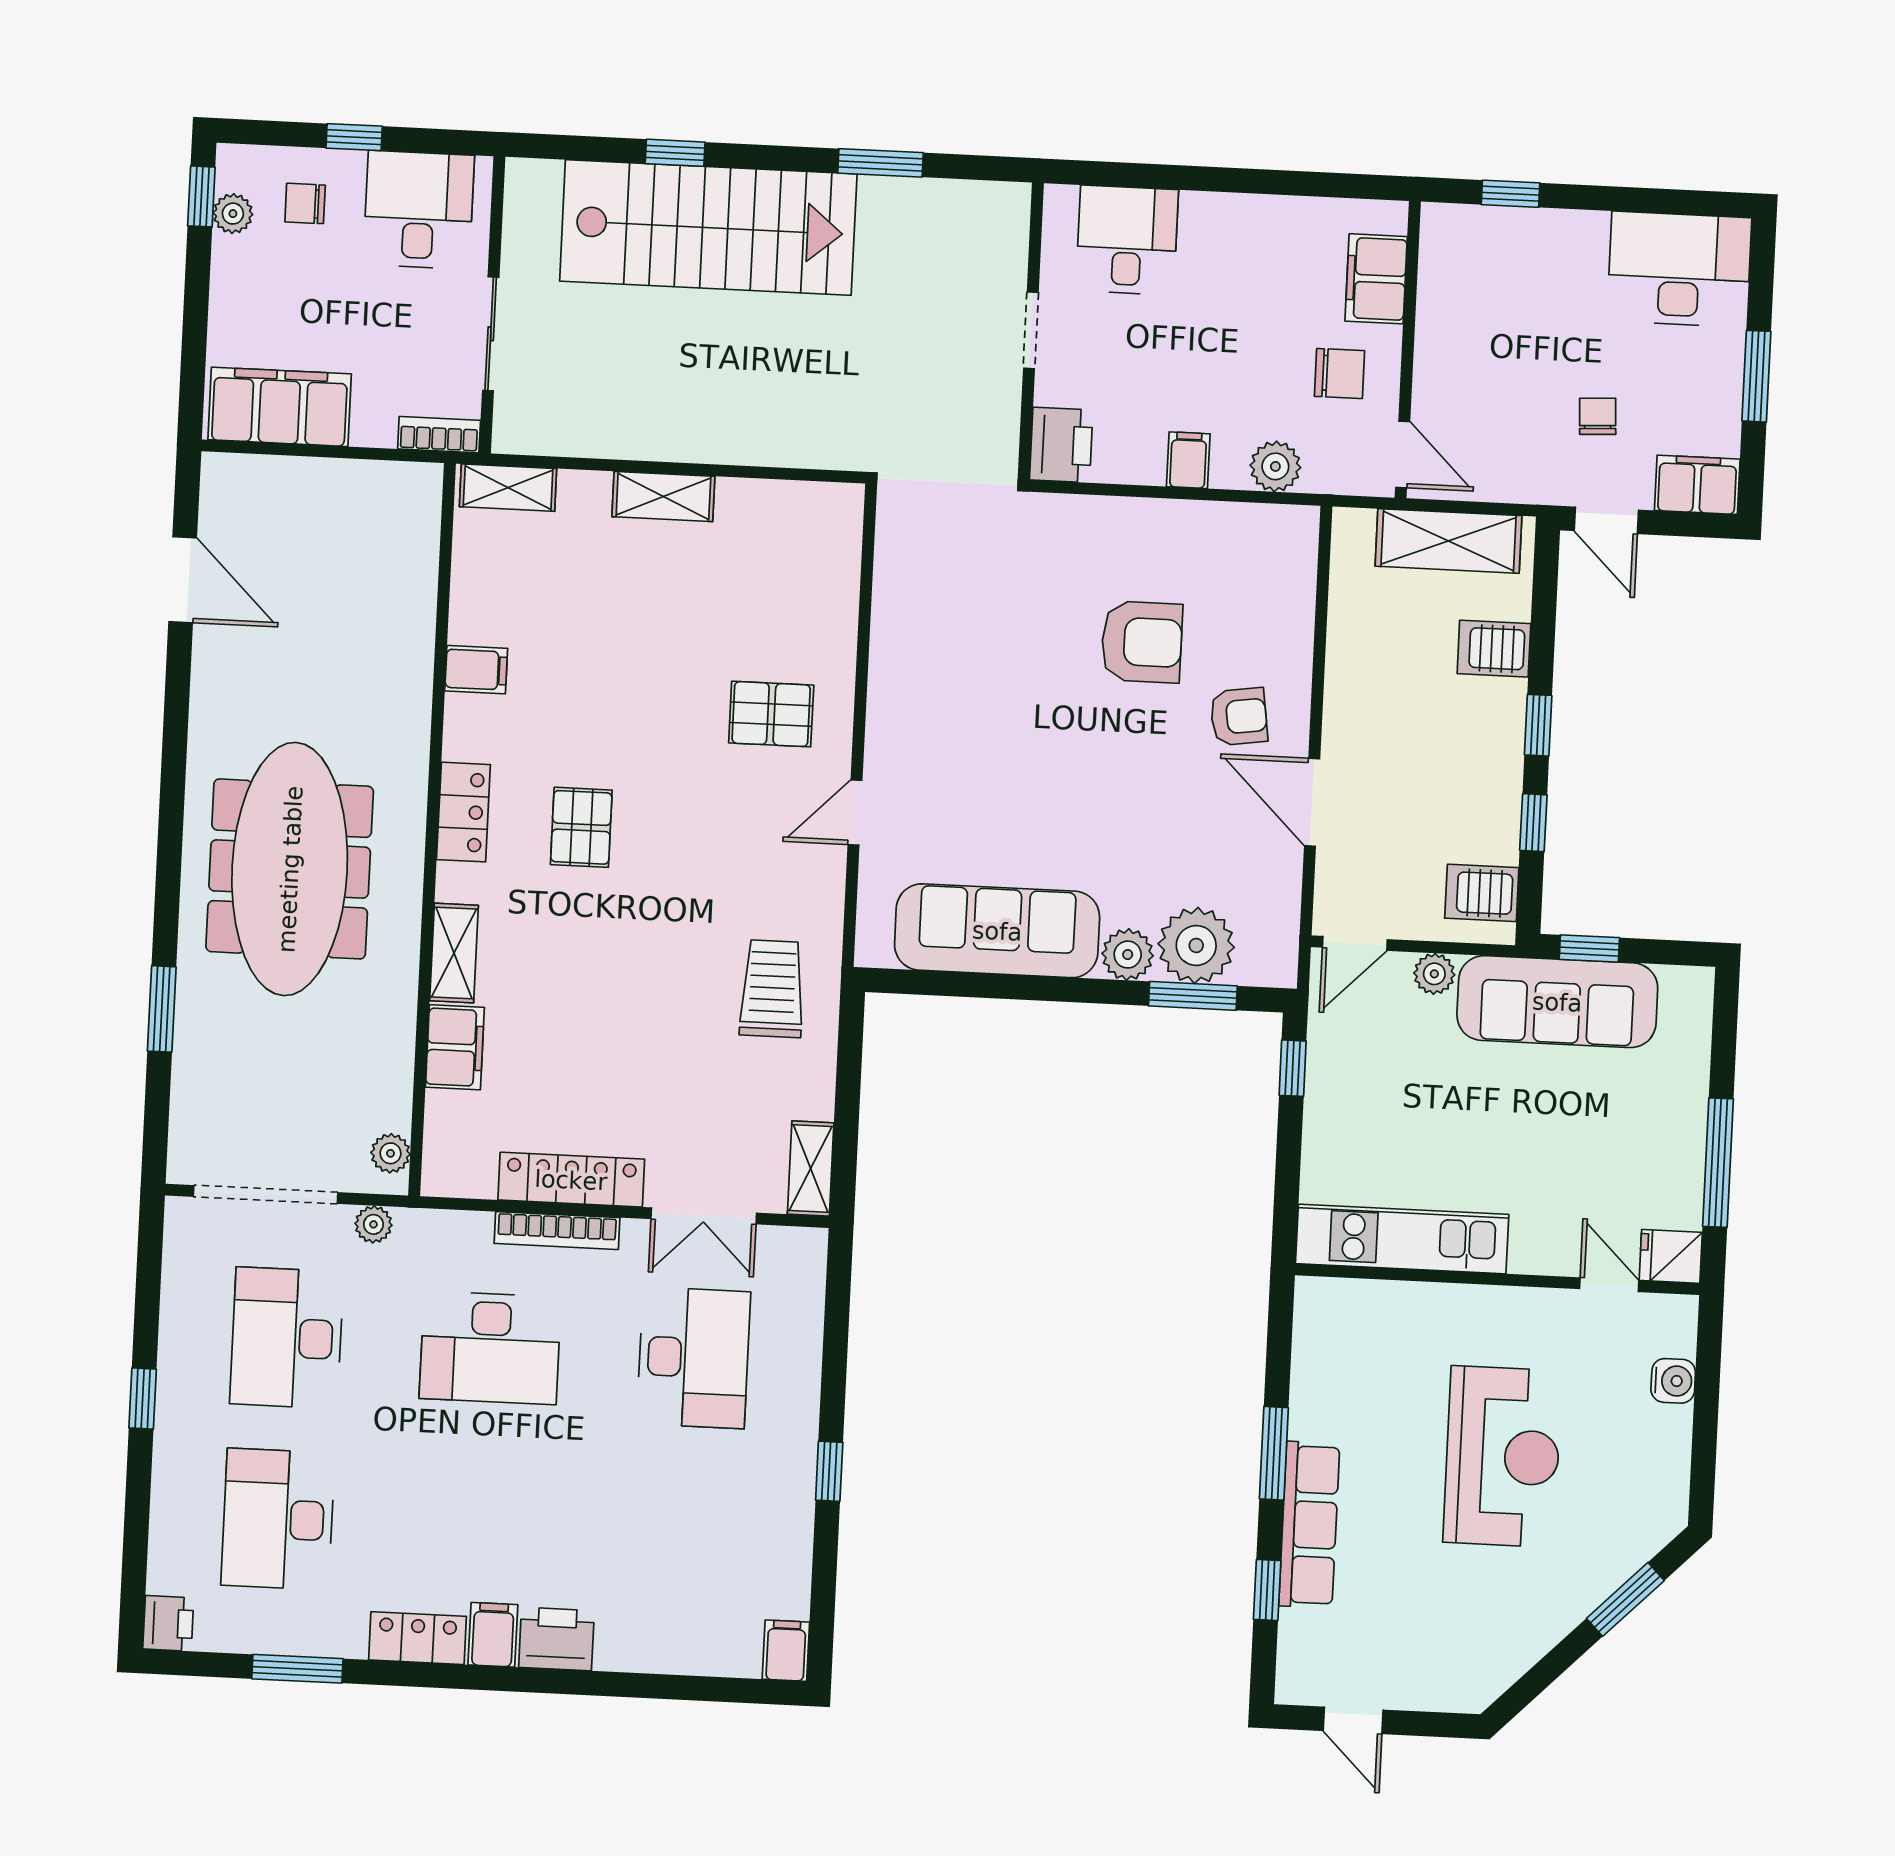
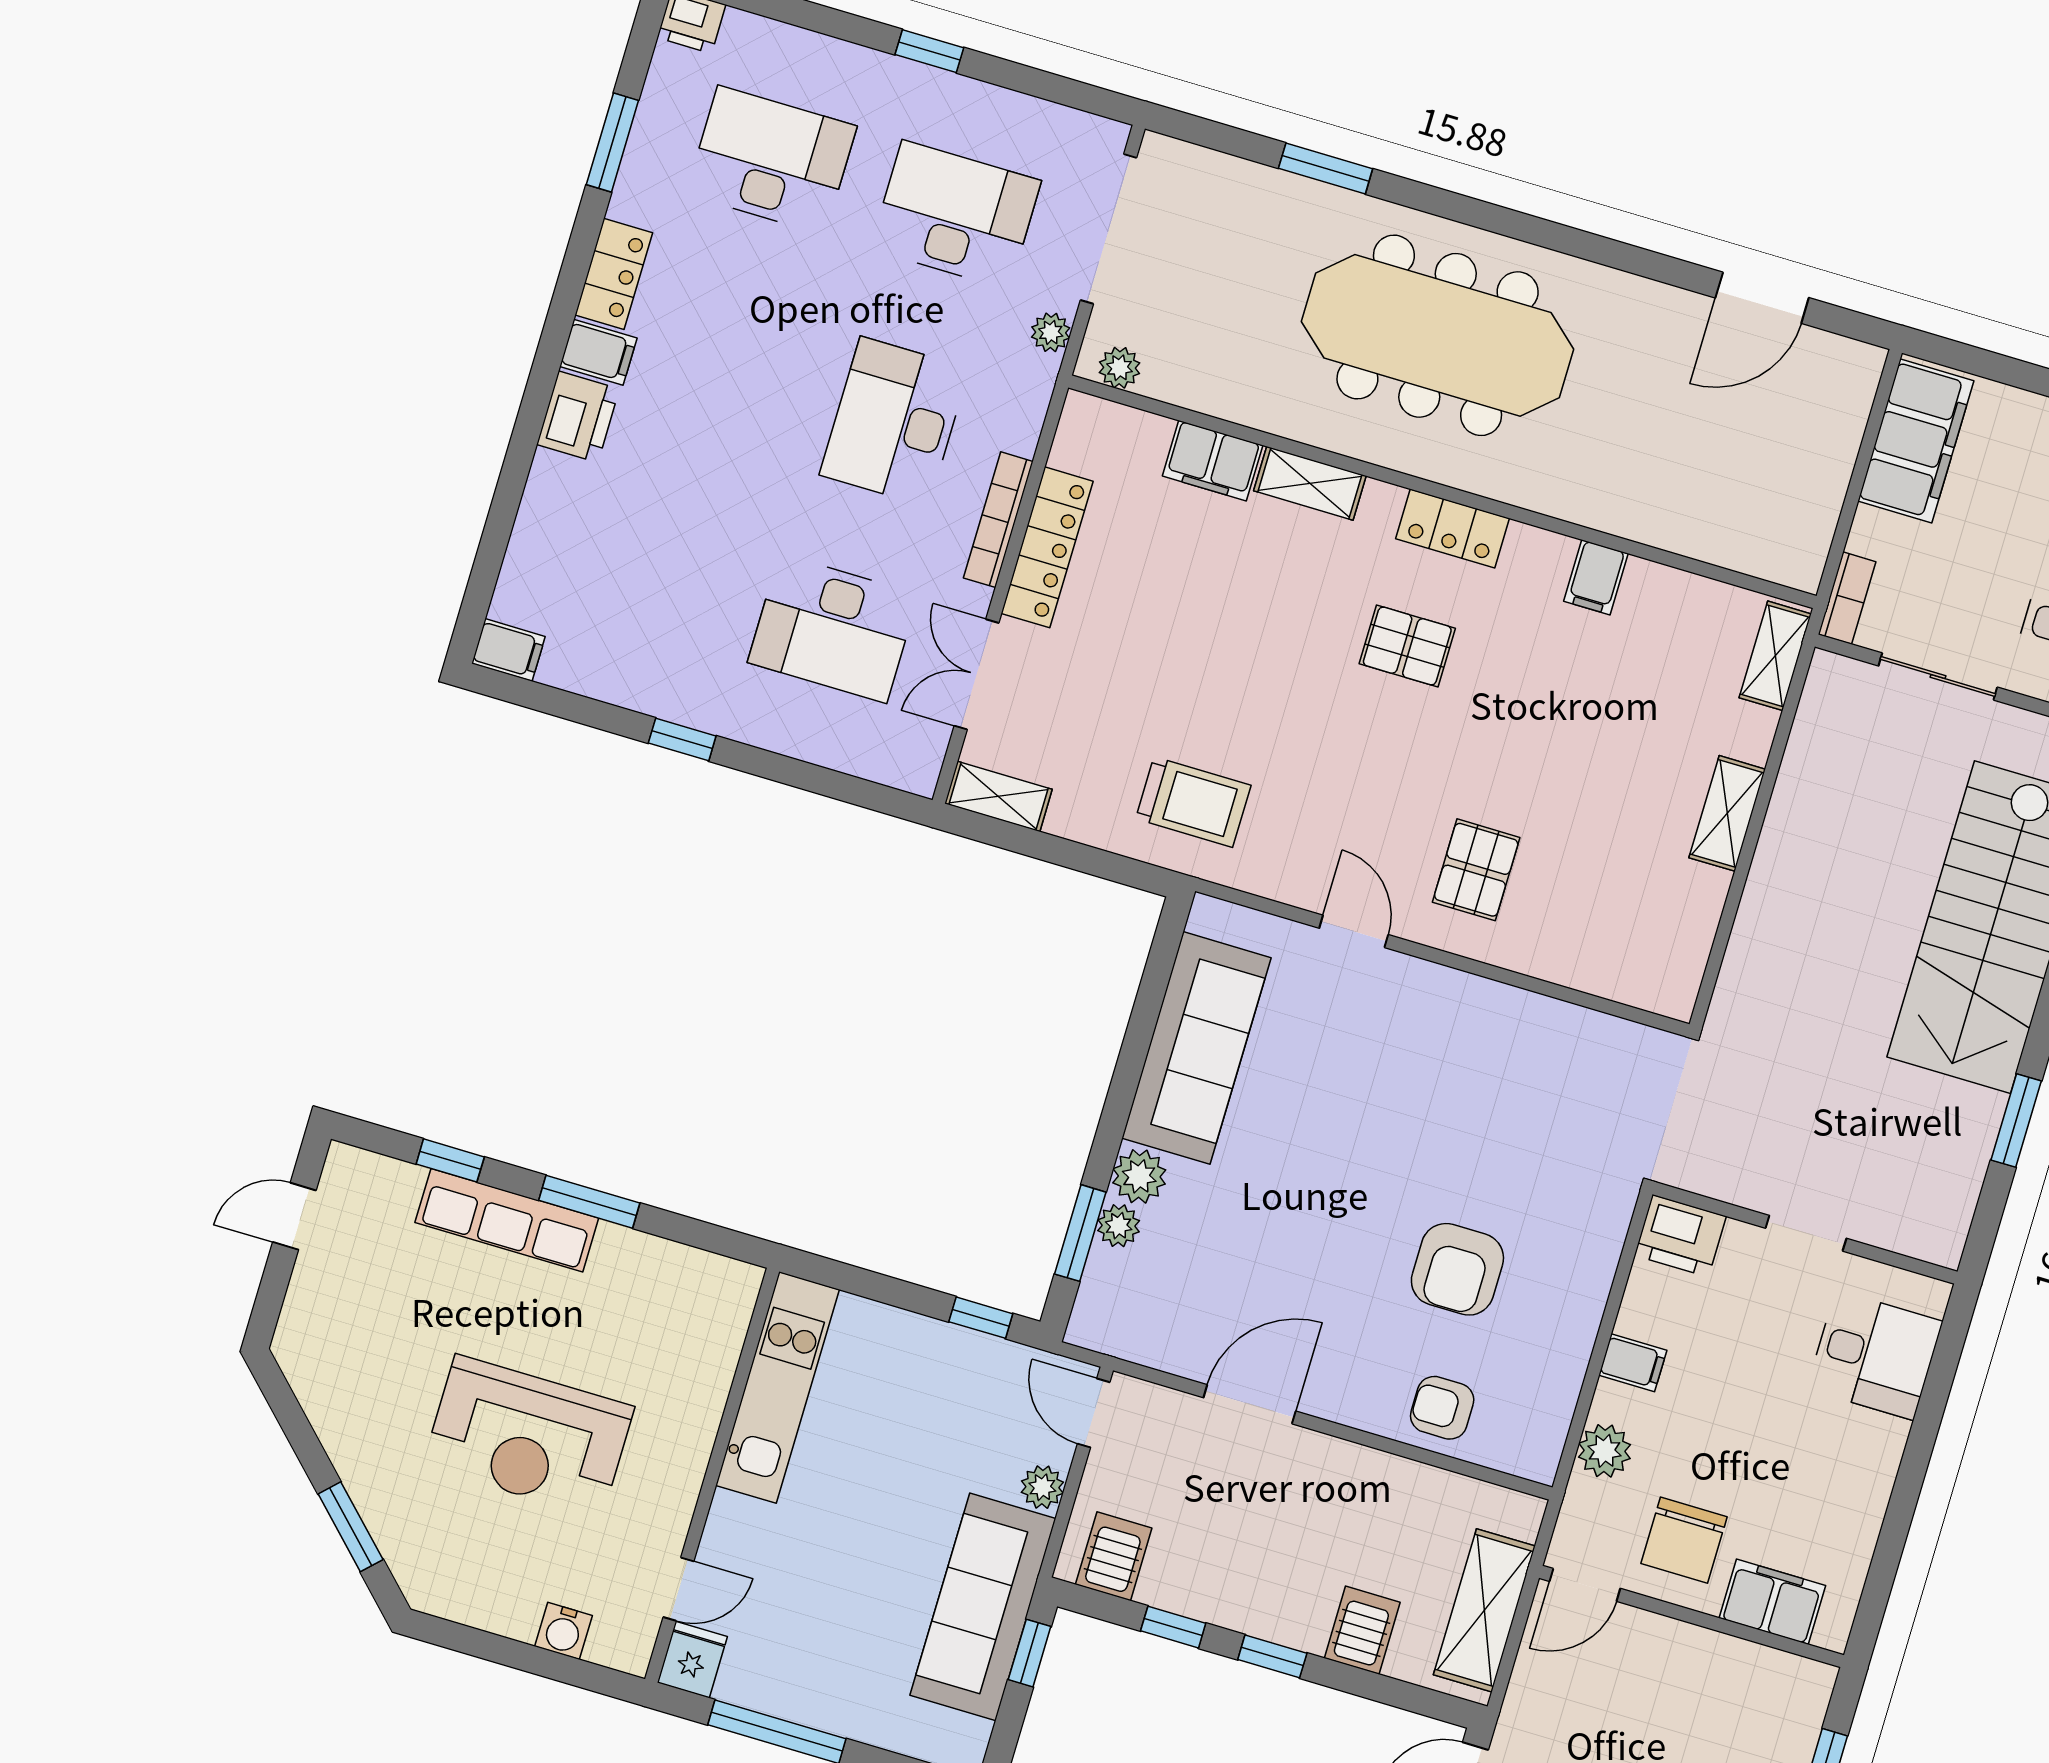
chair: (1339, 374) -> (1684, 1540), width x1.37, depth x1.37
armchair: (1239, 717) -> (1442, 1408), moved, turned 98
plant: (1196, 945) -> (1119, 1226), width x0.53, depth x0.53

